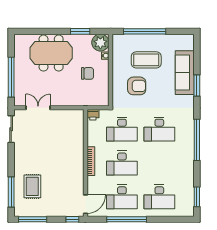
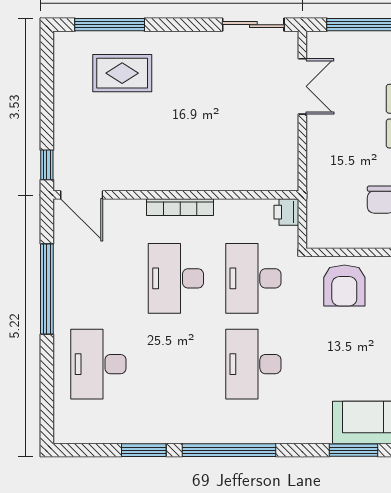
armchair: (137, 86) -> (344, 286), moved
desk: (122, 197) -> (98, 278), removed
window: (197, 197) -> (144, 450), moved
window: (33, 219) -> (47, 74), removed

